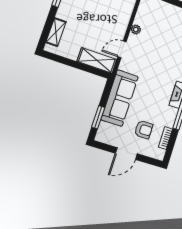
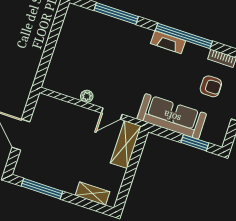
door: (122, 49) -> (112, 114), hinge flipped
armchair: (144, 130) -> (211, 86), turned 90

